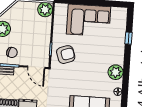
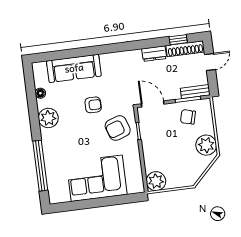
window: (128, 38) -> (40, 166), width x3.17
armchair: (80, 75) -> (93, 105), added

